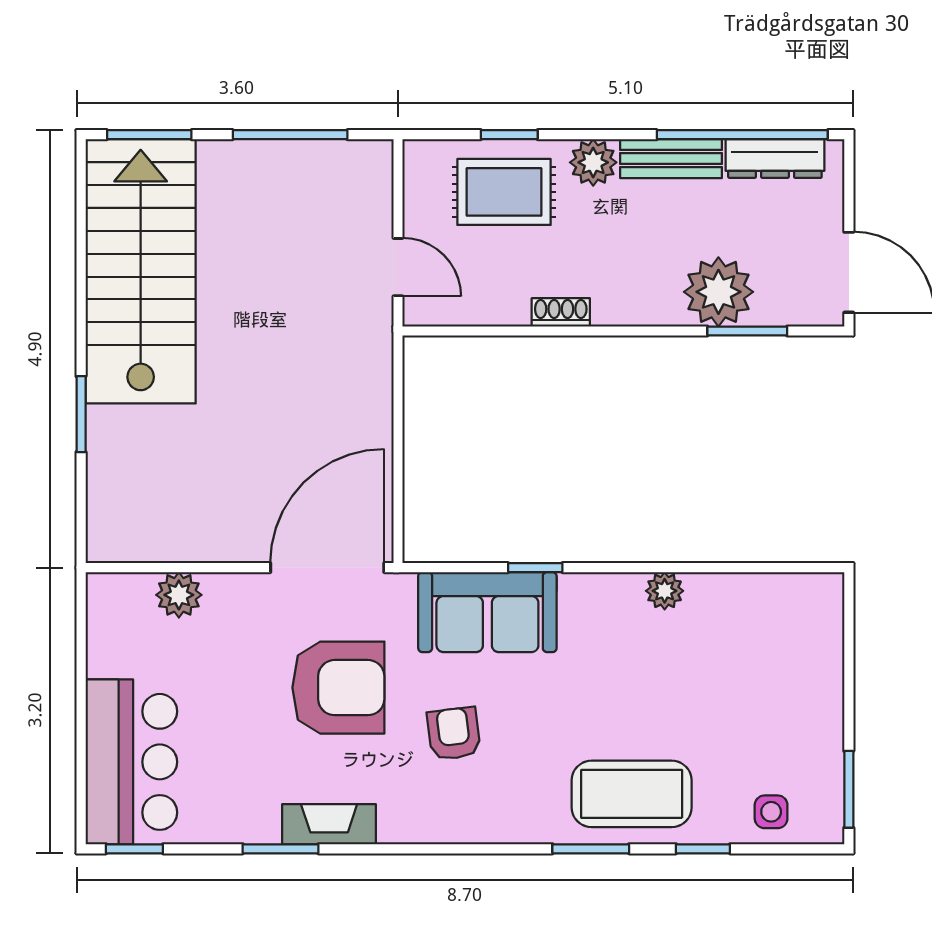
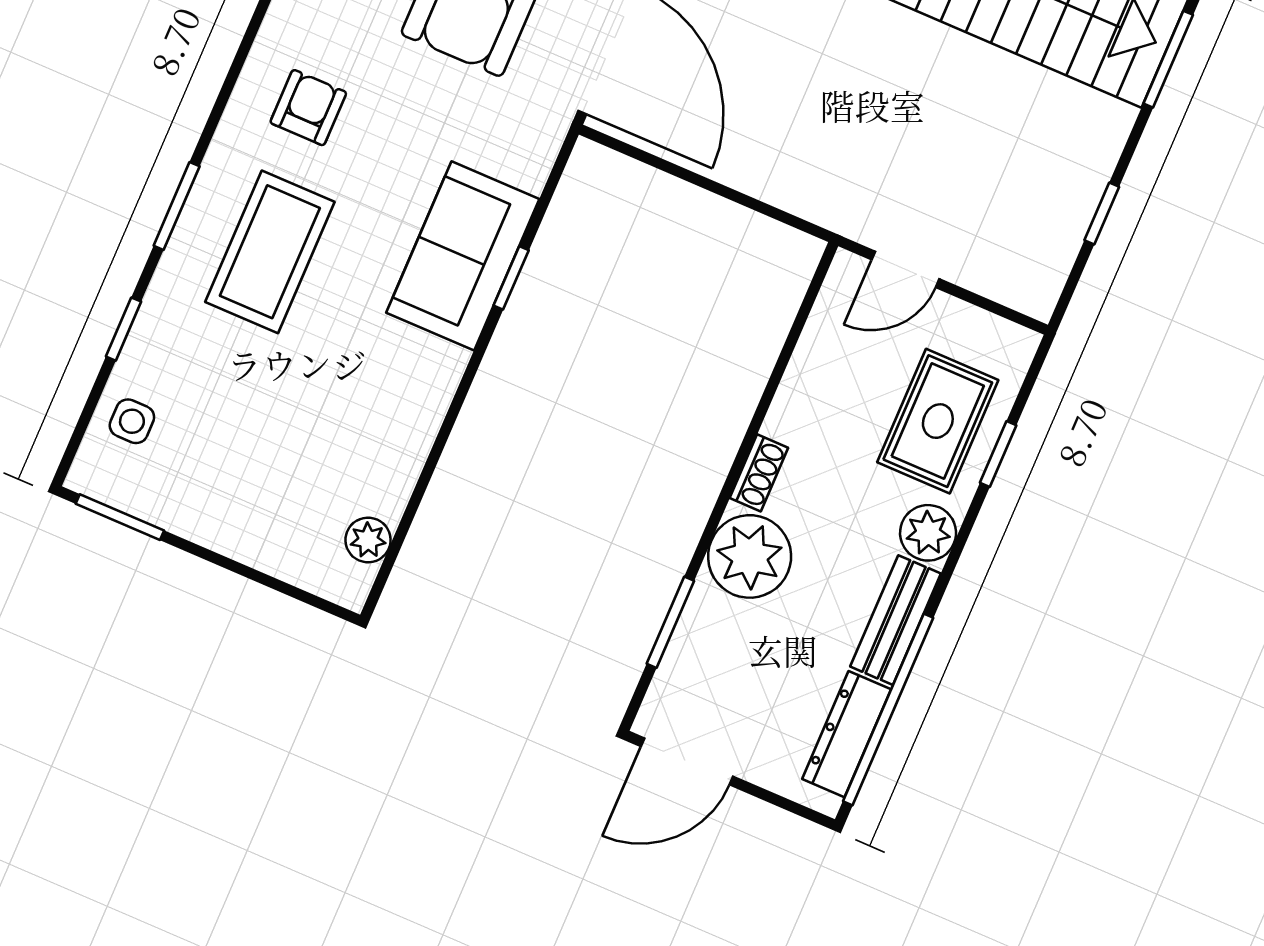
window: (290, 135) -> (1102, 214), width x0.46
plant: (718, 292) -> (750, 556), moved
shoe rack: (561, 312) -> (759, 473), moved
plant: (665, 591) -> (368, 540), moved
sofa: (487, 612) -> (463, 256), moved
armchair: (454, 734) -> (308, 108), moved, turned -83
coffee table: (632, 794) -> (270, 252), moved

